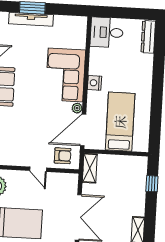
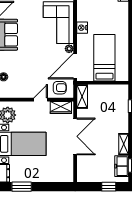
door: (38, 169) -> (41, 100), swing flipped
wardrobe: (63, 180) -> (61, 107), added

